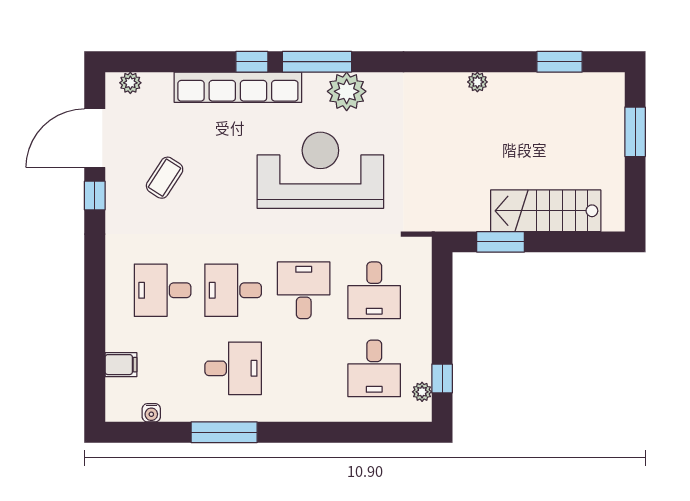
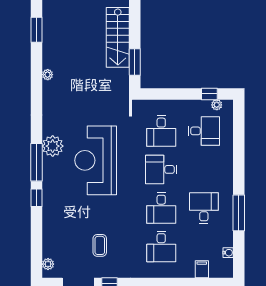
row of seats: (238, 87) -> (50, 205), removed
coffee table: (165, 178) -> (100, 245), turned 57
desk: (374, 290) -> (161, 131), turned 90

